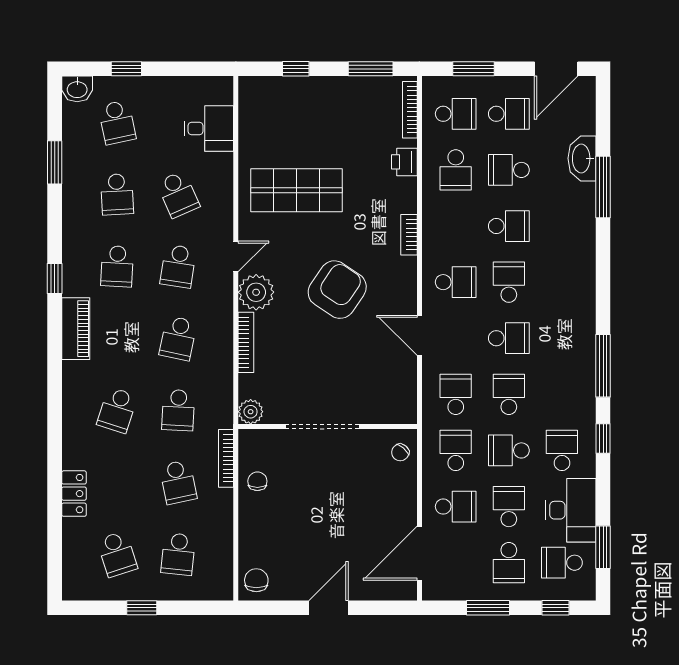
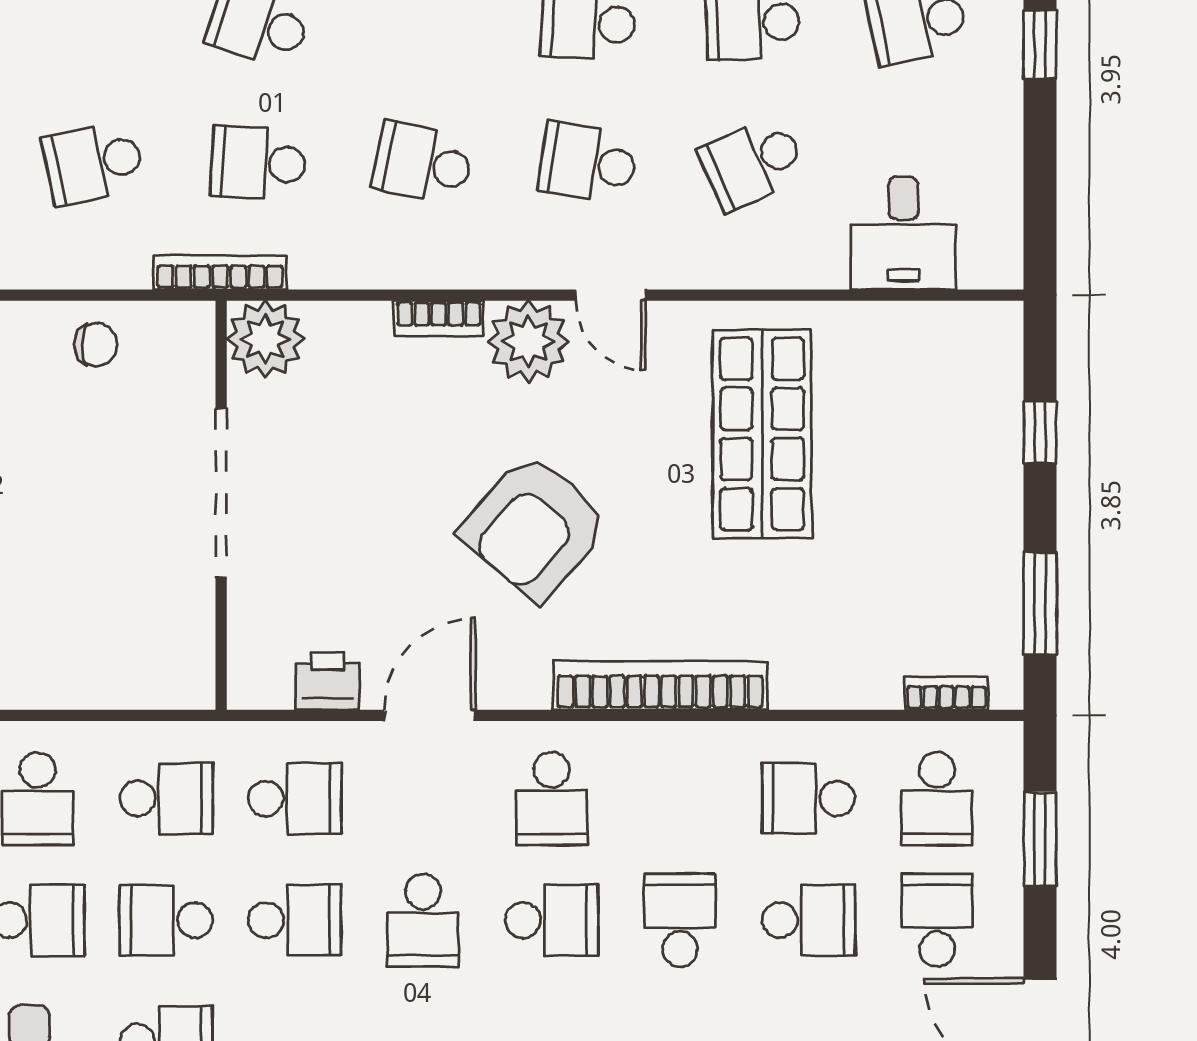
bookcase: (410, 110) -> (946, 693), width x0.64
school desk: (509, 114) -> (937, 920), turned 180
printer: (404, 162) -> (328, 681), moved
school desk: (509, 170) -> (809, 920), turned 90
school desk: (509, 226) -> (680, 920), turned 180
bookcase: (409, 235) -> (660, 686), width x2.31, depth x1.31
armchair: (337, 290) -> (535, 527), turned 97
bookcase: (246, 342) -> (439, 318), width x0.64
plant: (251, 412) -> (265, 339), width x1.36, depth x1.36
school desk: (509, 450) -> (166, 920), turned -90
chair: (400, 452) -> (162, 672), removed
bookcase: (226, 458) -> (220, 273), moved

